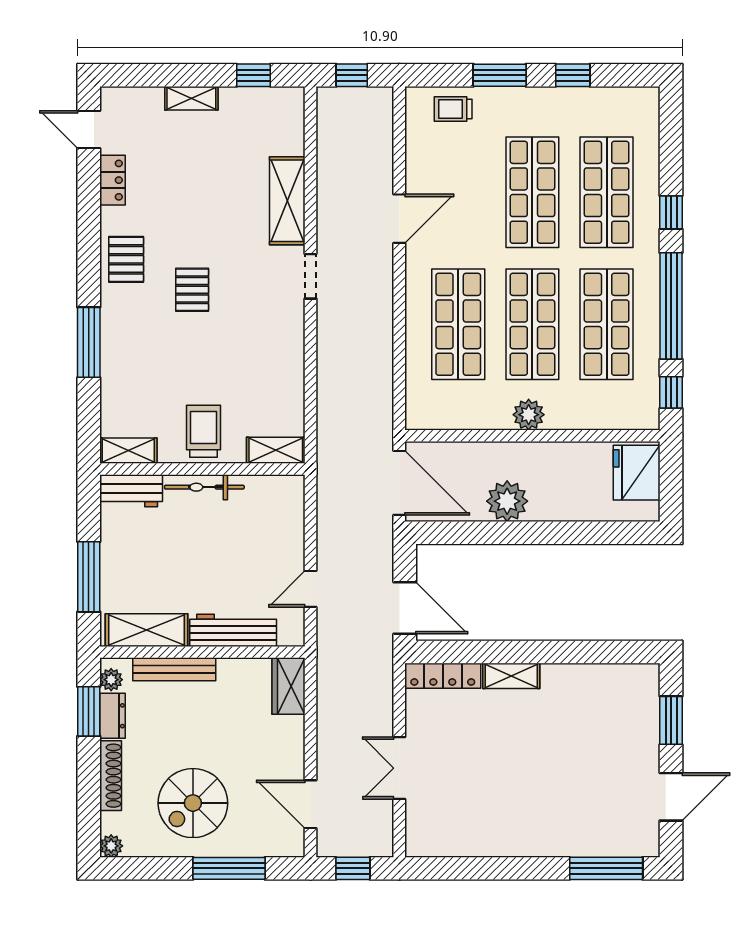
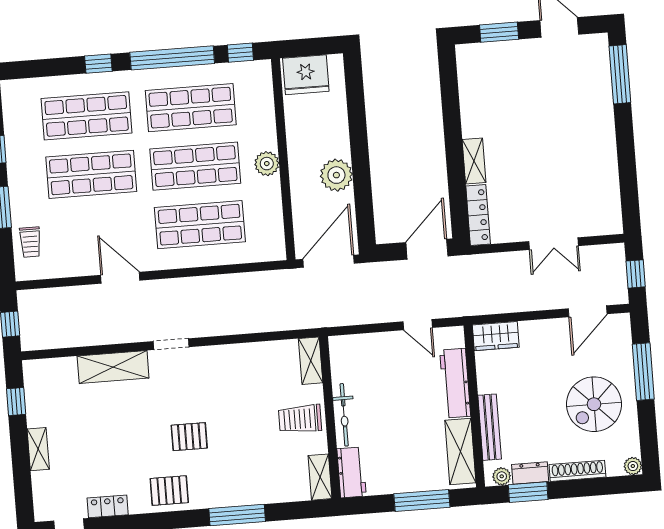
spiral stairs: (193, 803) -> (594, 404), turned 90

